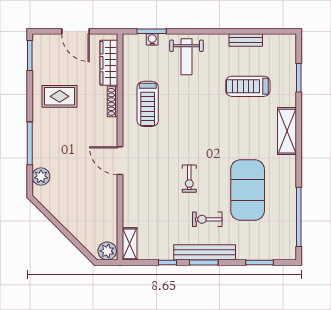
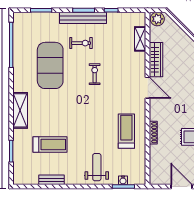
wardrobe: (109, 63) -> (156, 60), moved
shelving: (130, 244) -> (140, 39), moved

